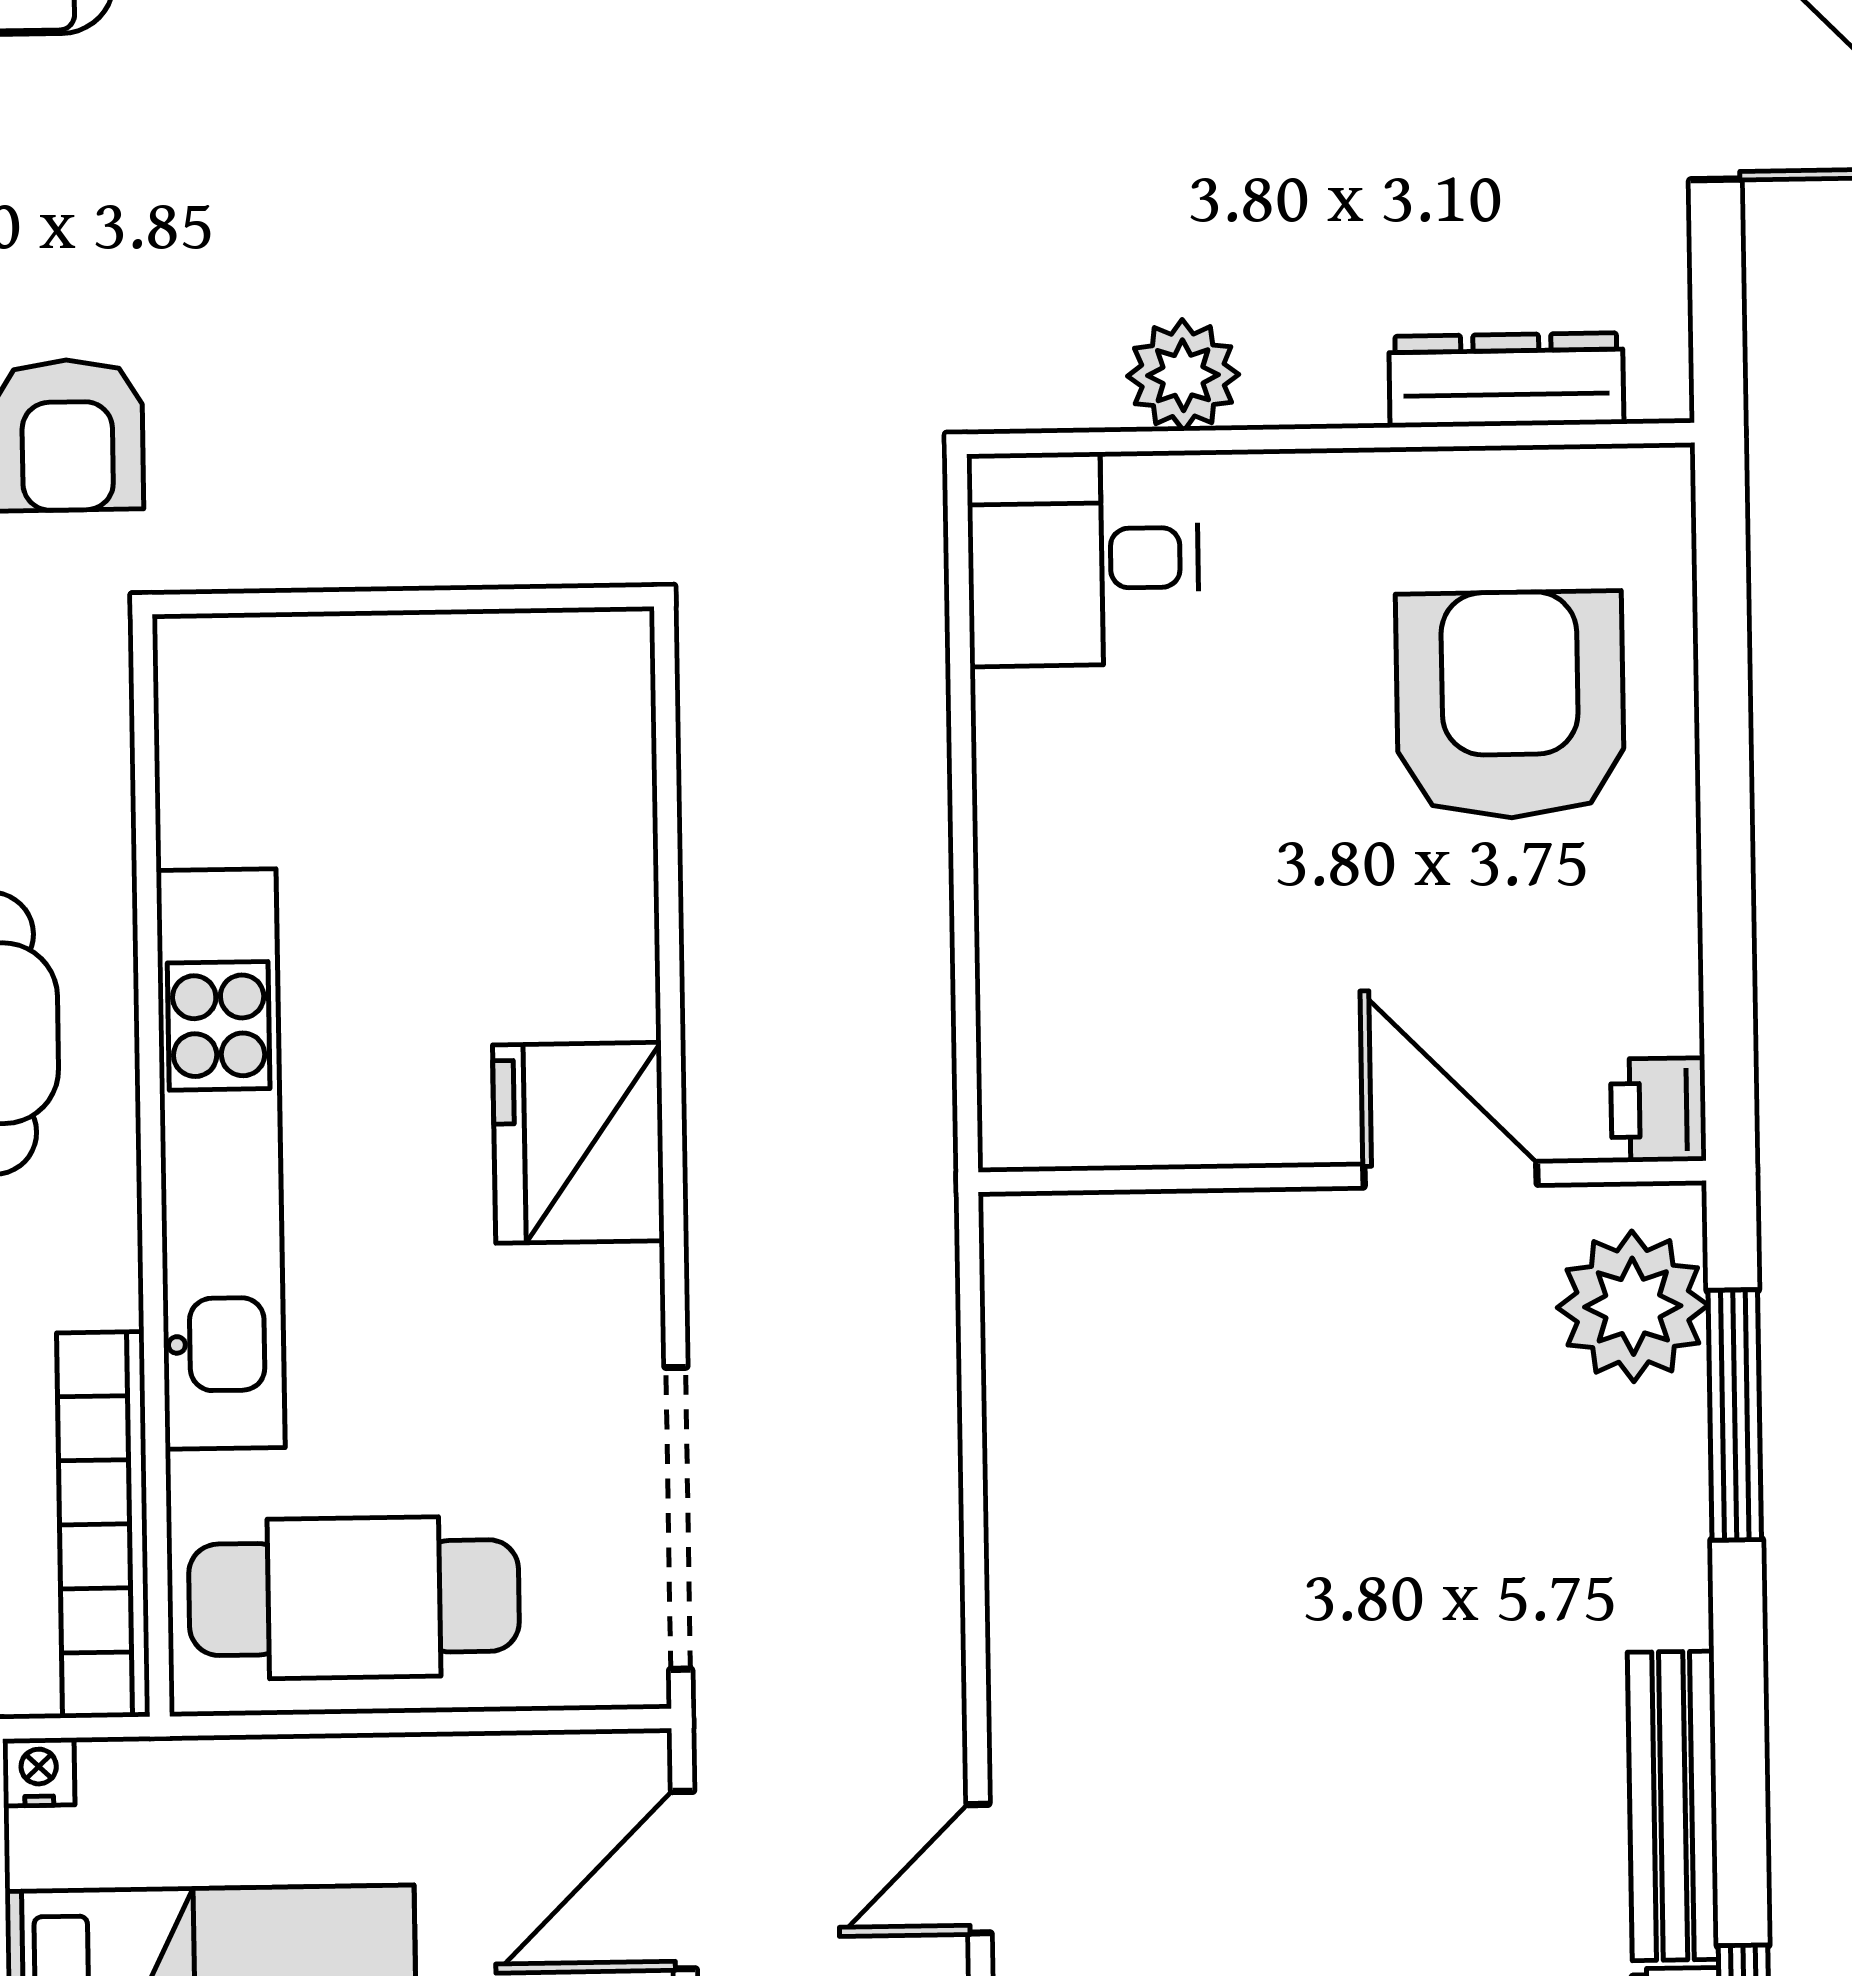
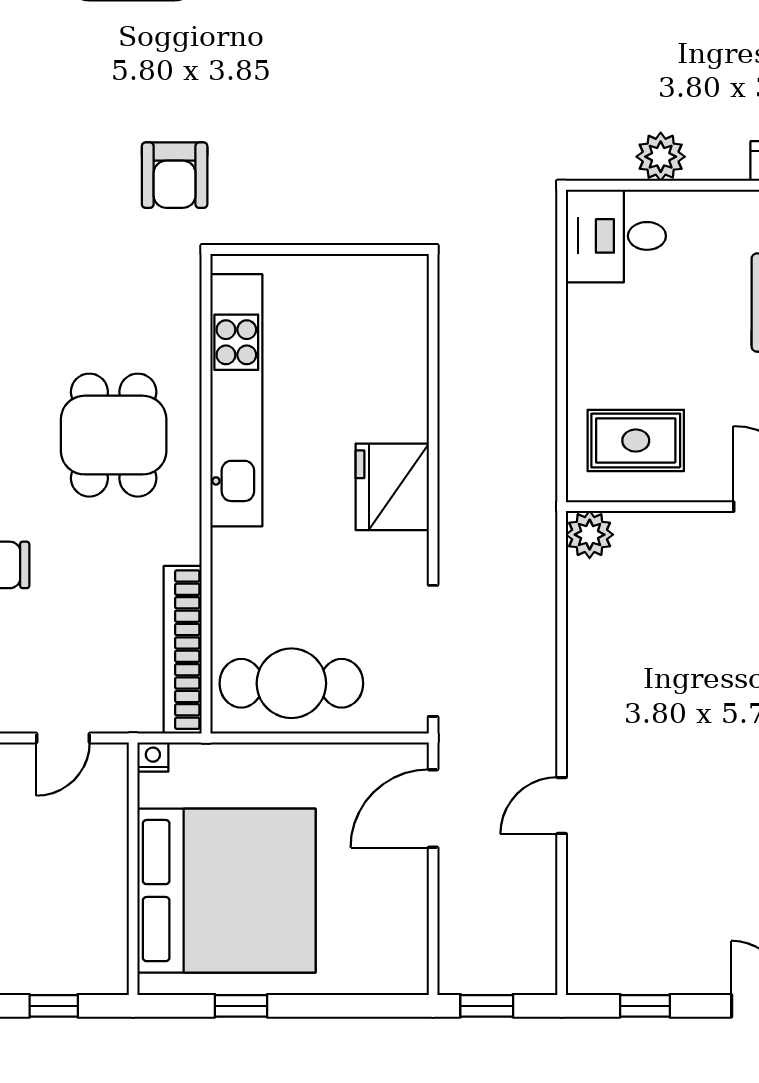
rug: (1136, 1028) -> (636, 441), added
kitchen unit: (221, 1159) -> (236, 400), moved
plant: (1033, 1245) -> (590, 535), added

